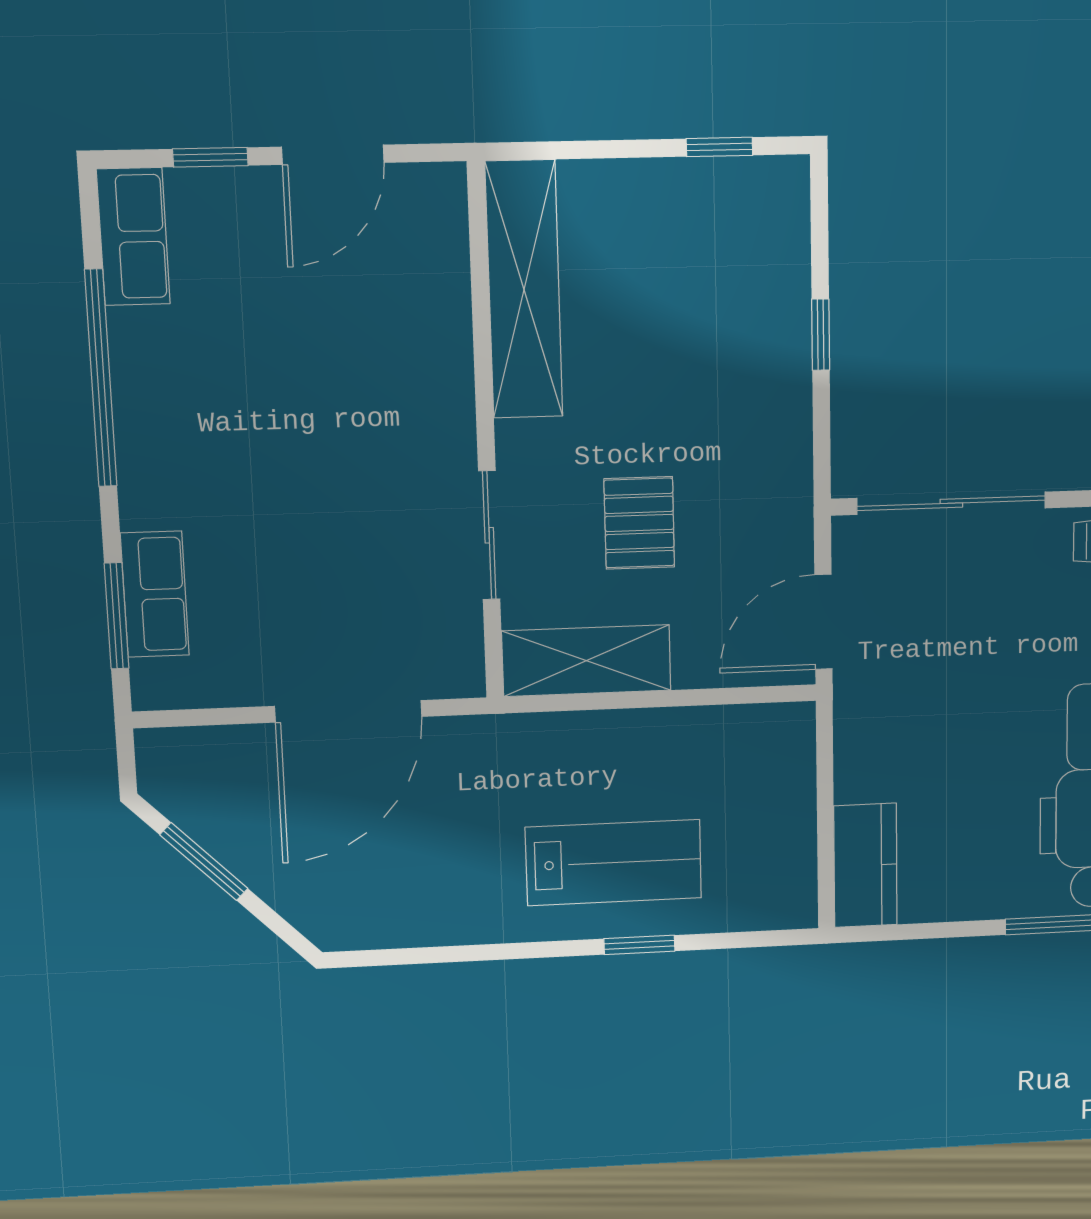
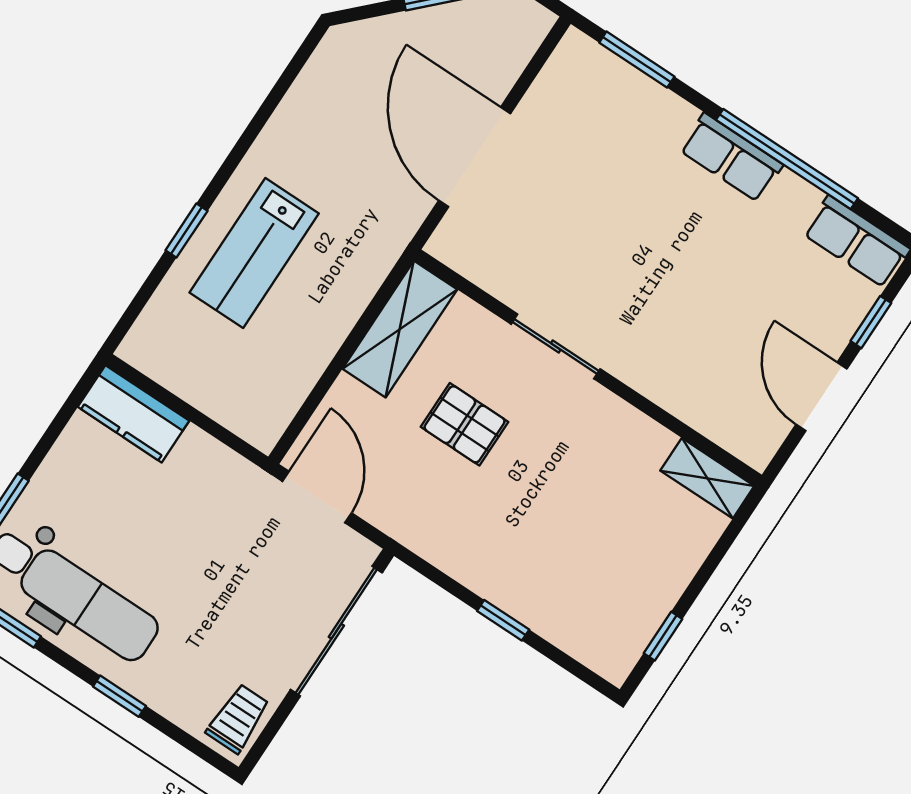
shelving: (524, 290) -> (707, 478), width x0.45, depth x0.75
sliding door: (489, 535) -> (556, 346), moved
row of seats: (155, 594) -> (731, 157), moved

